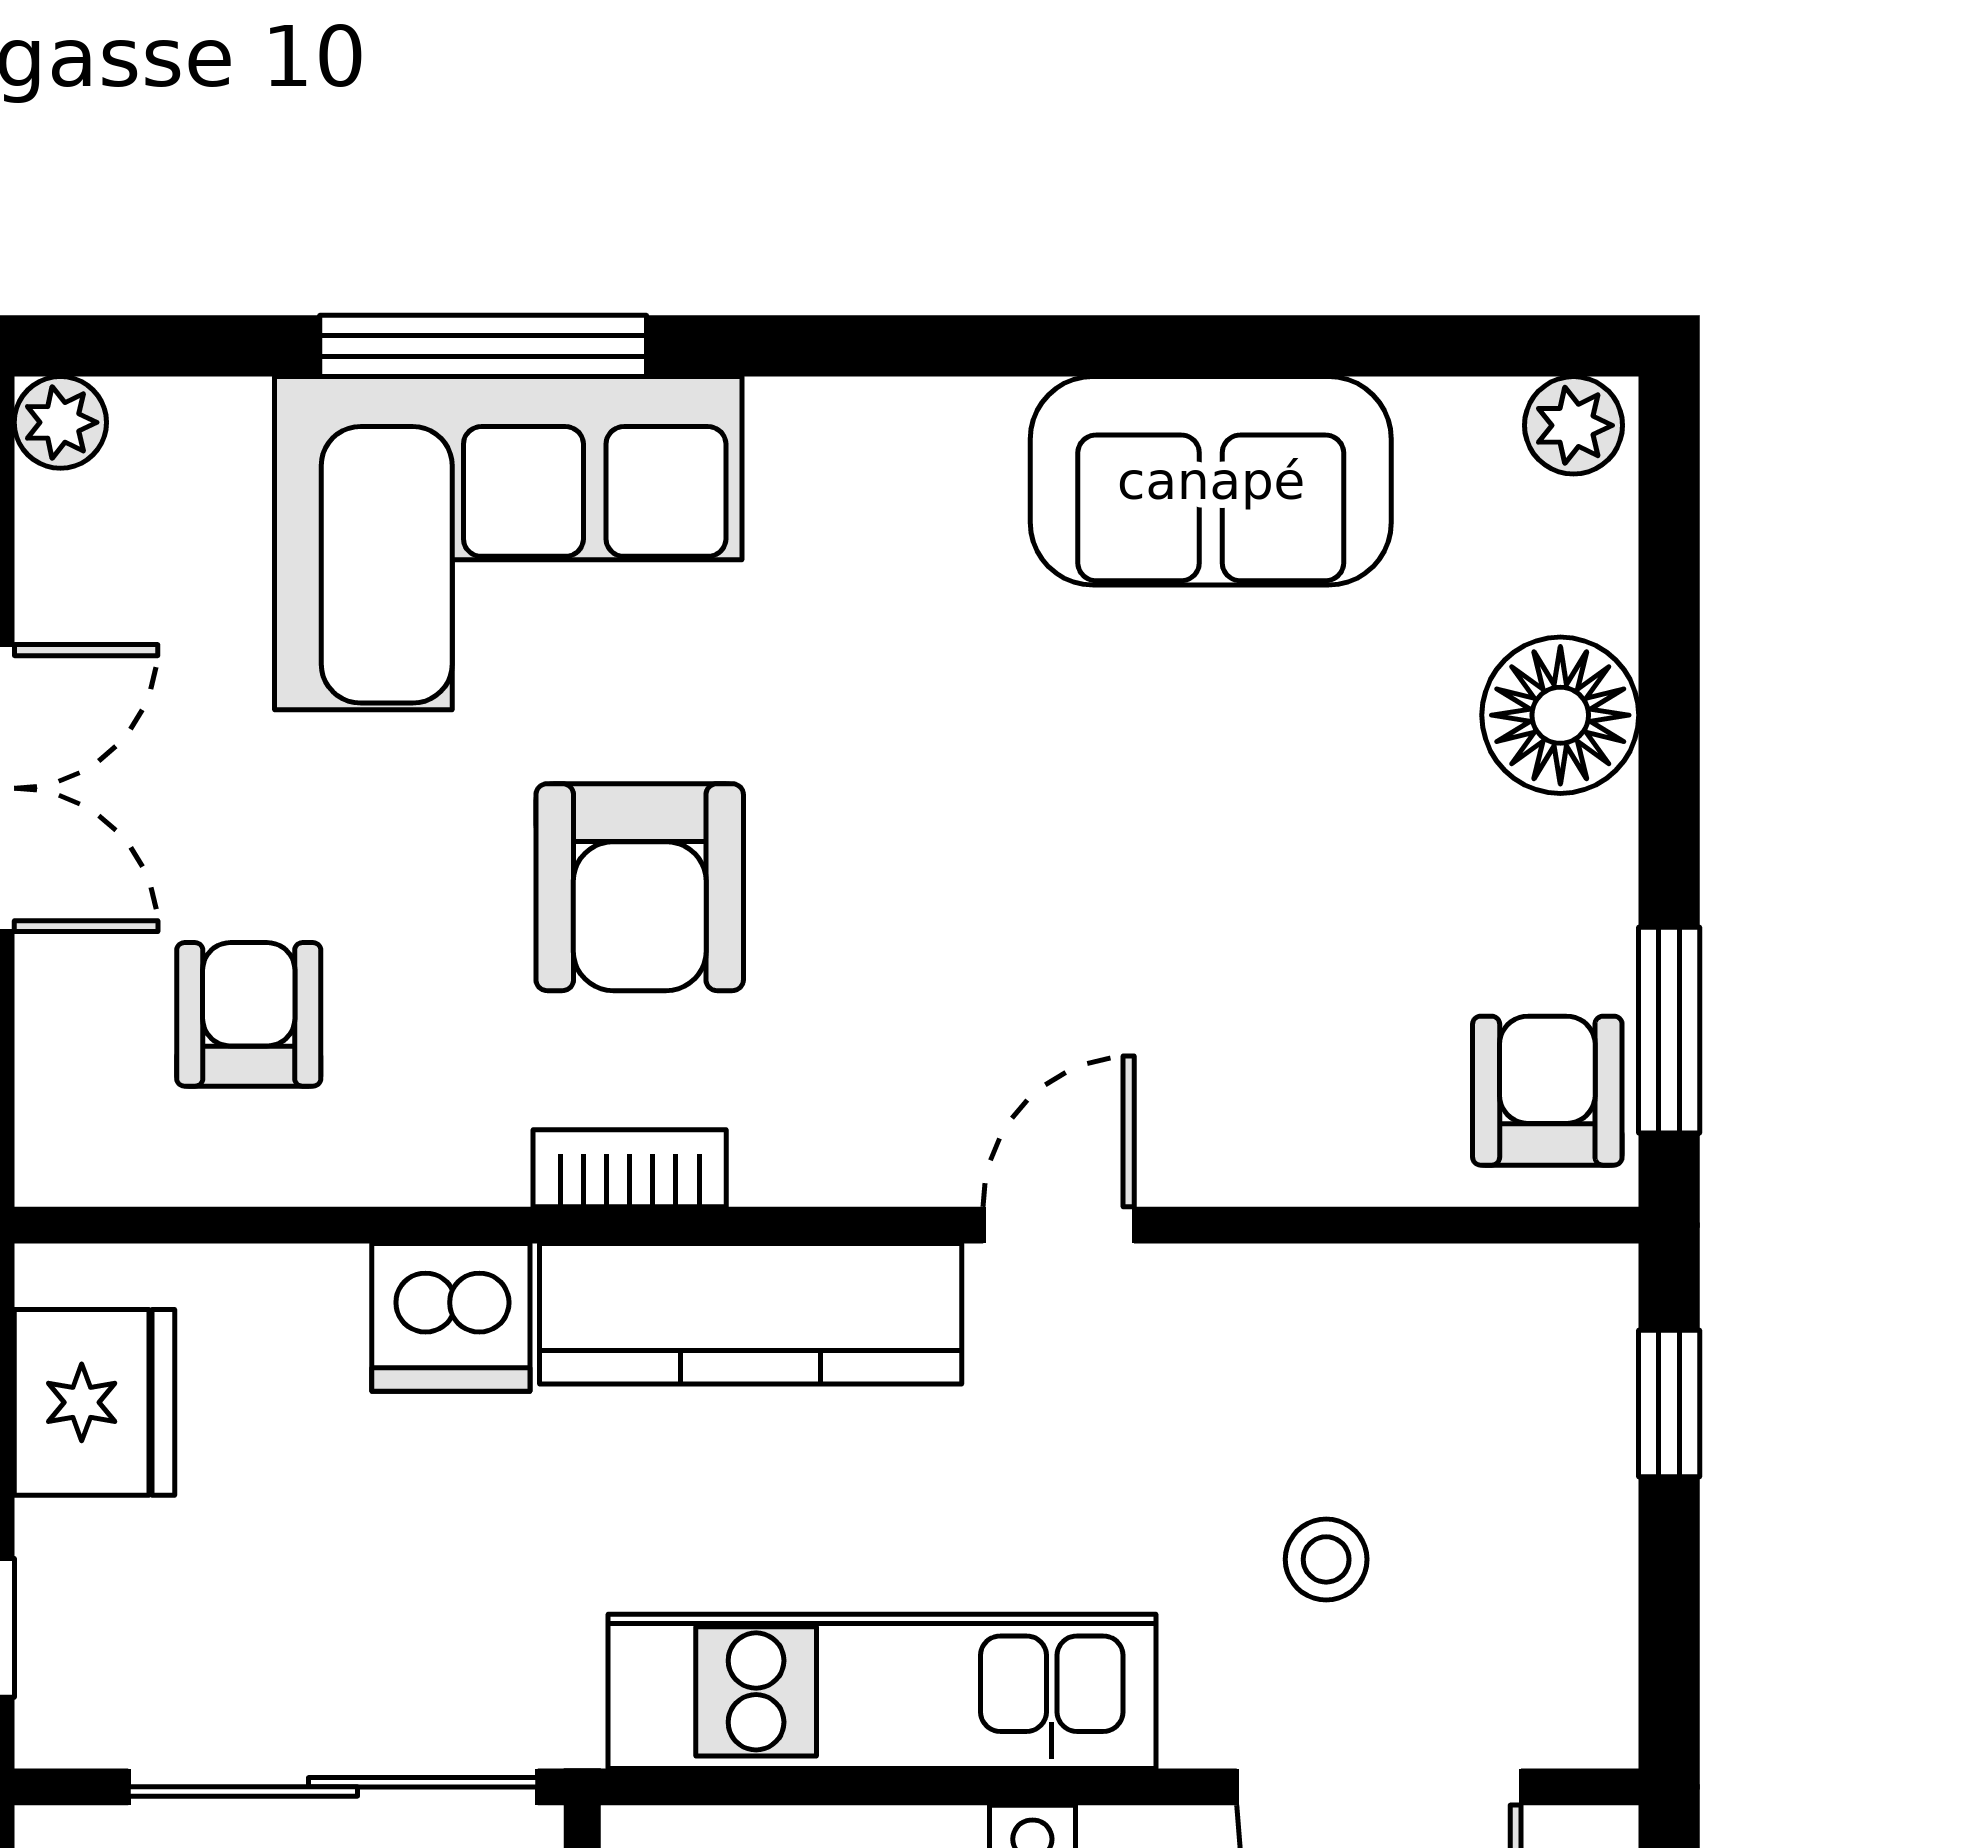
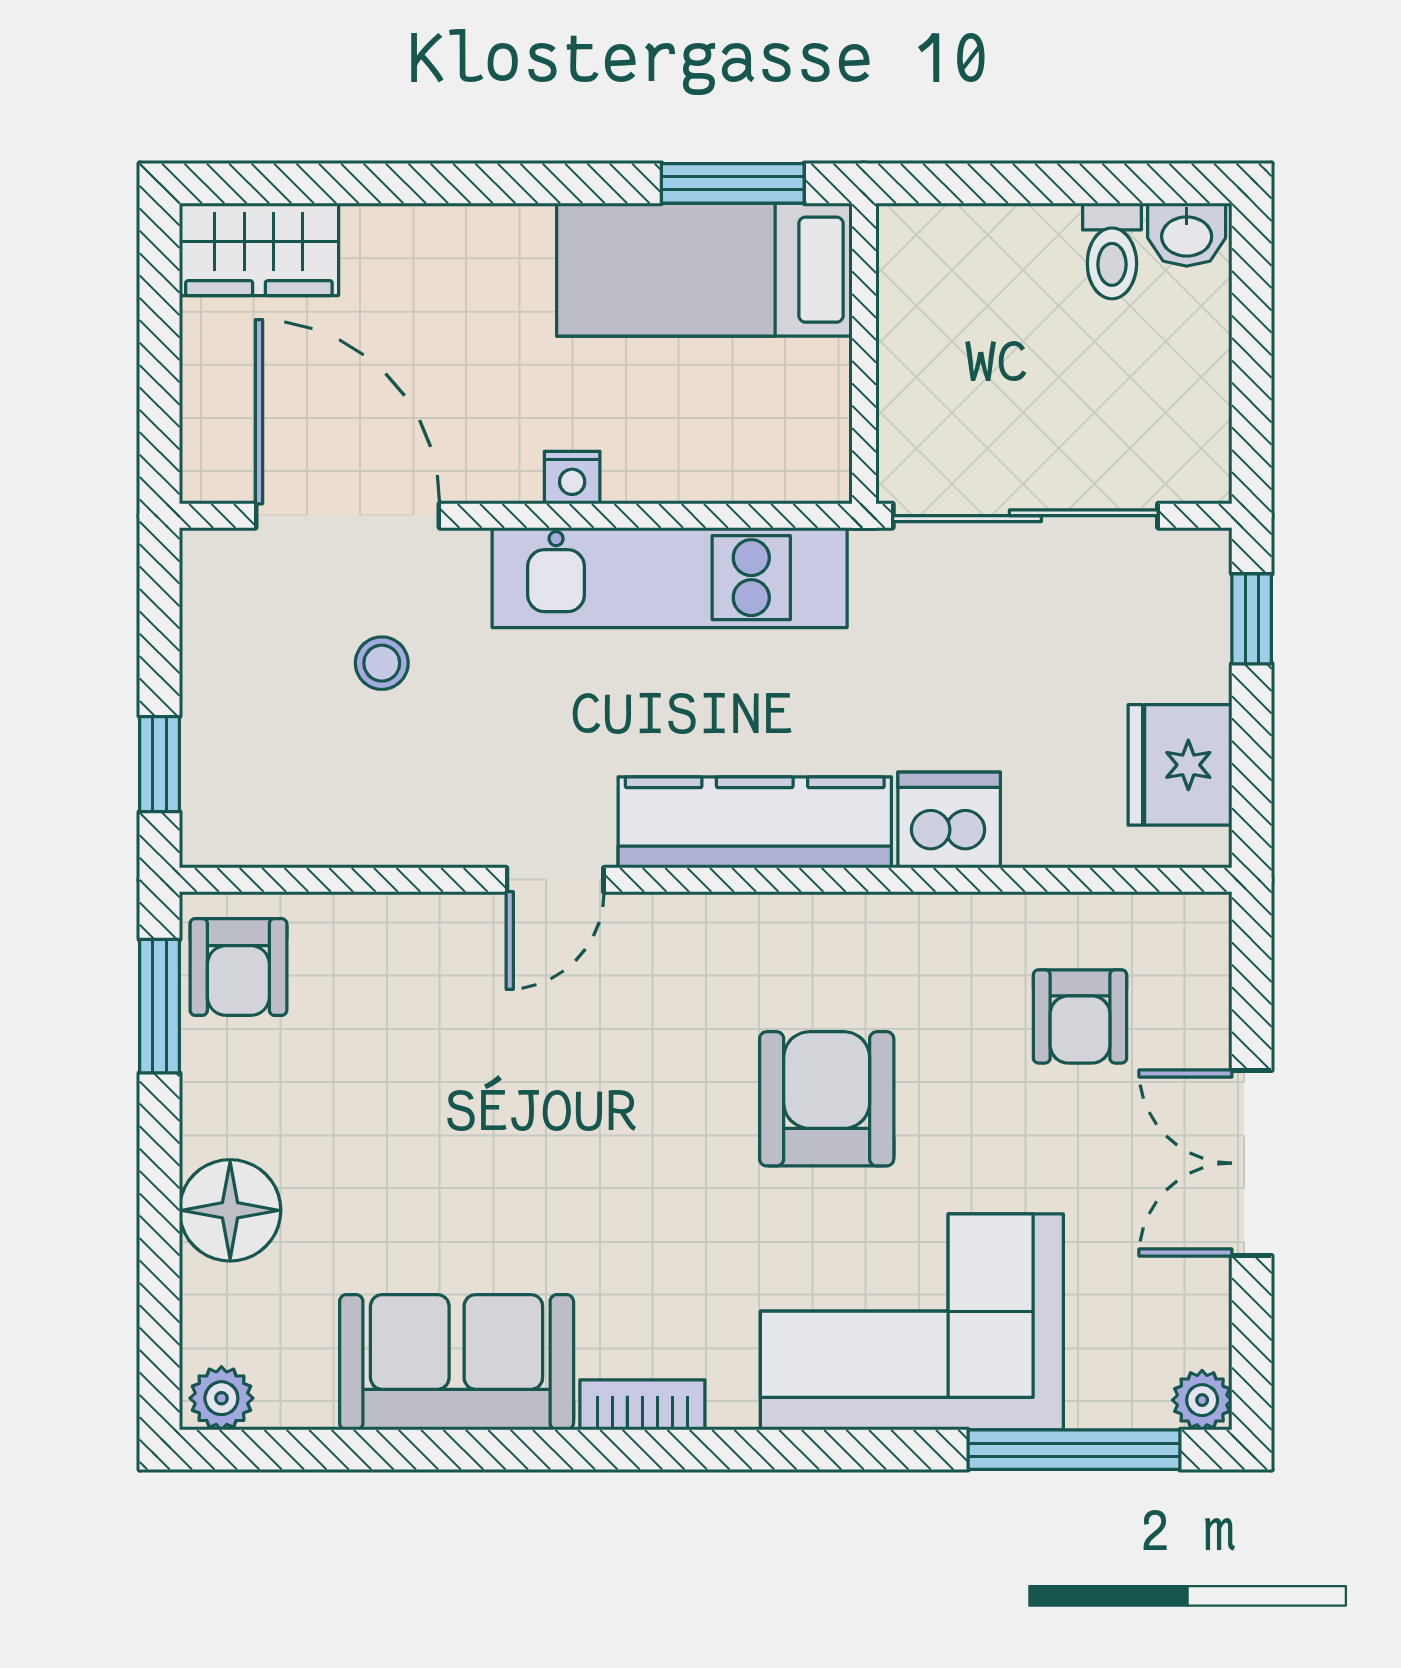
window: (483, 346) -> (1074, 1450), moved
bookcase: (630, 1168) -> (642, 1405), moved, turned 180

